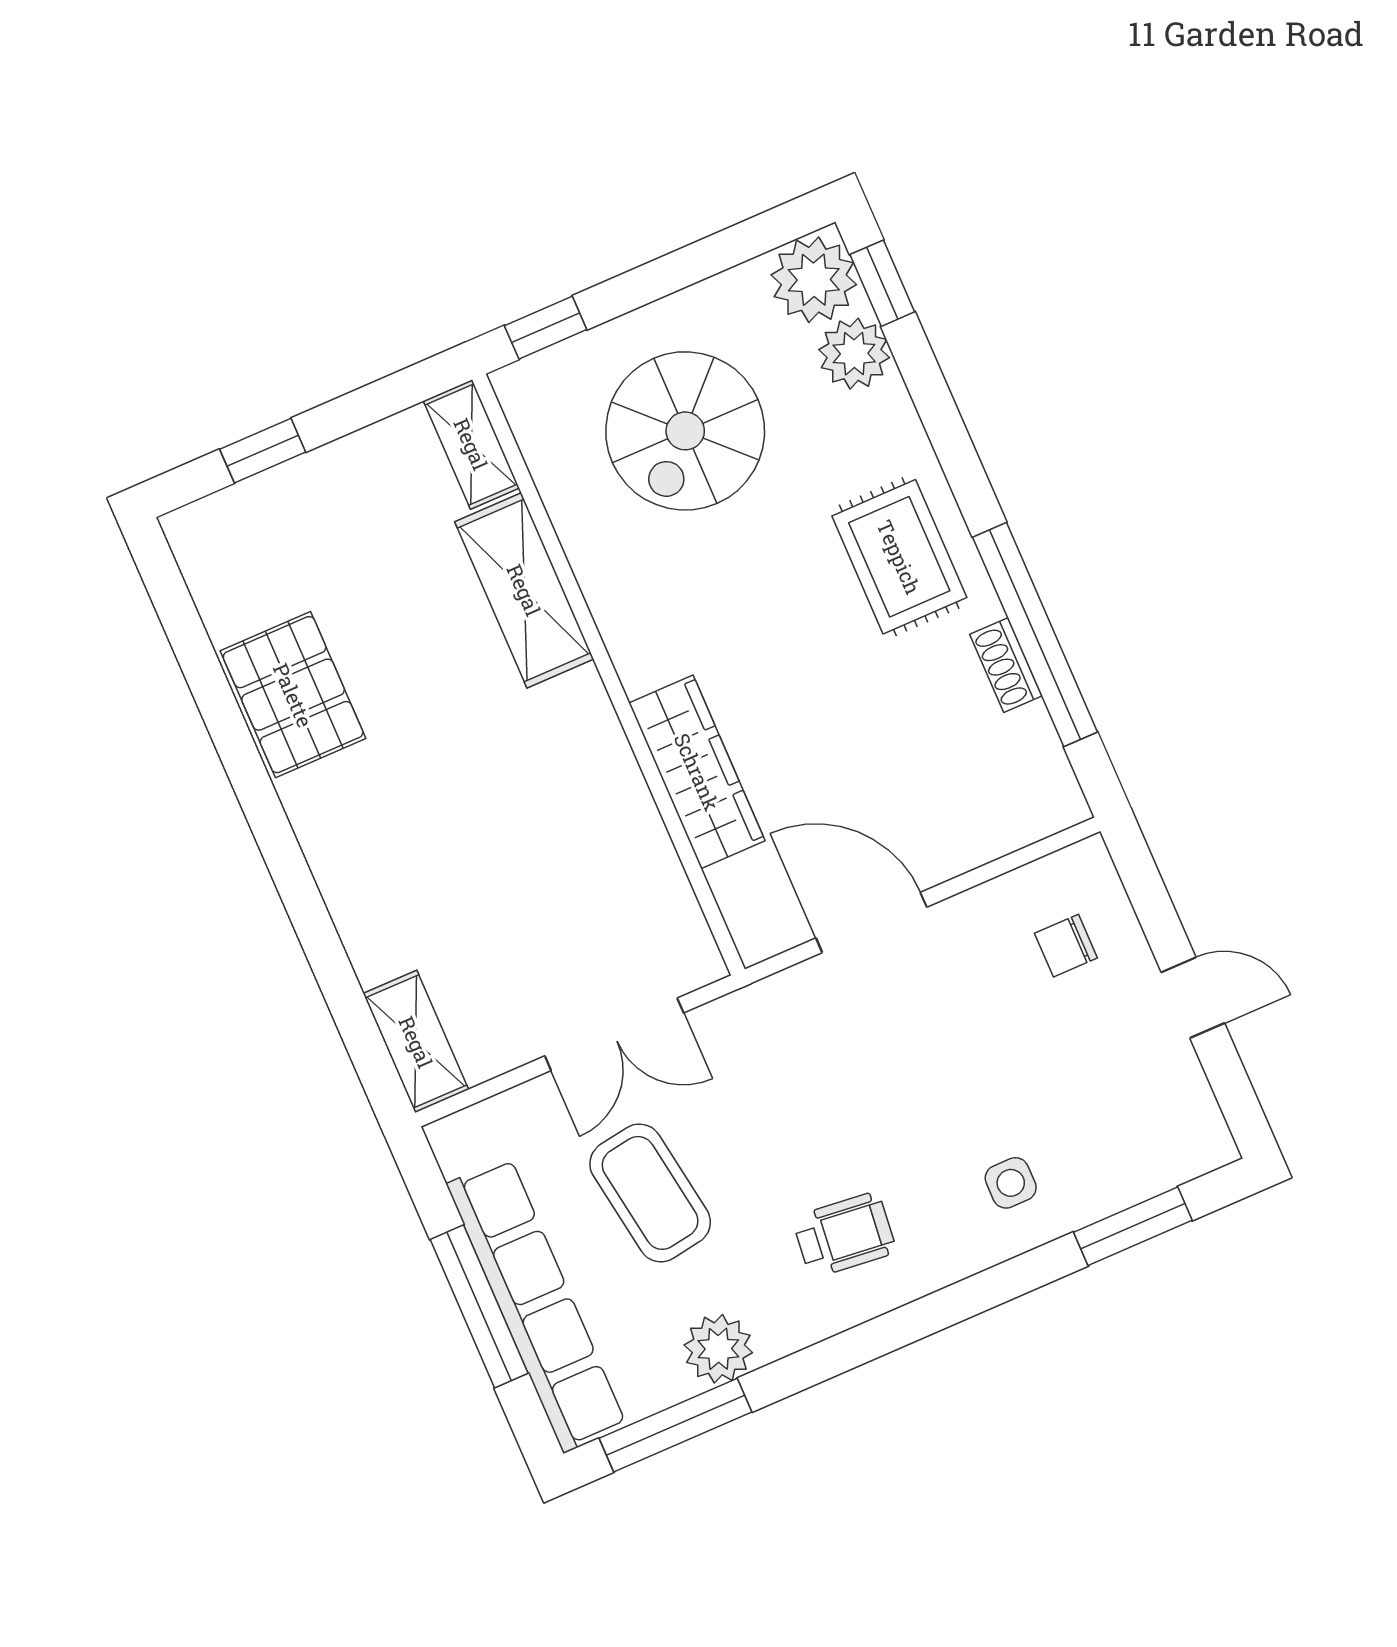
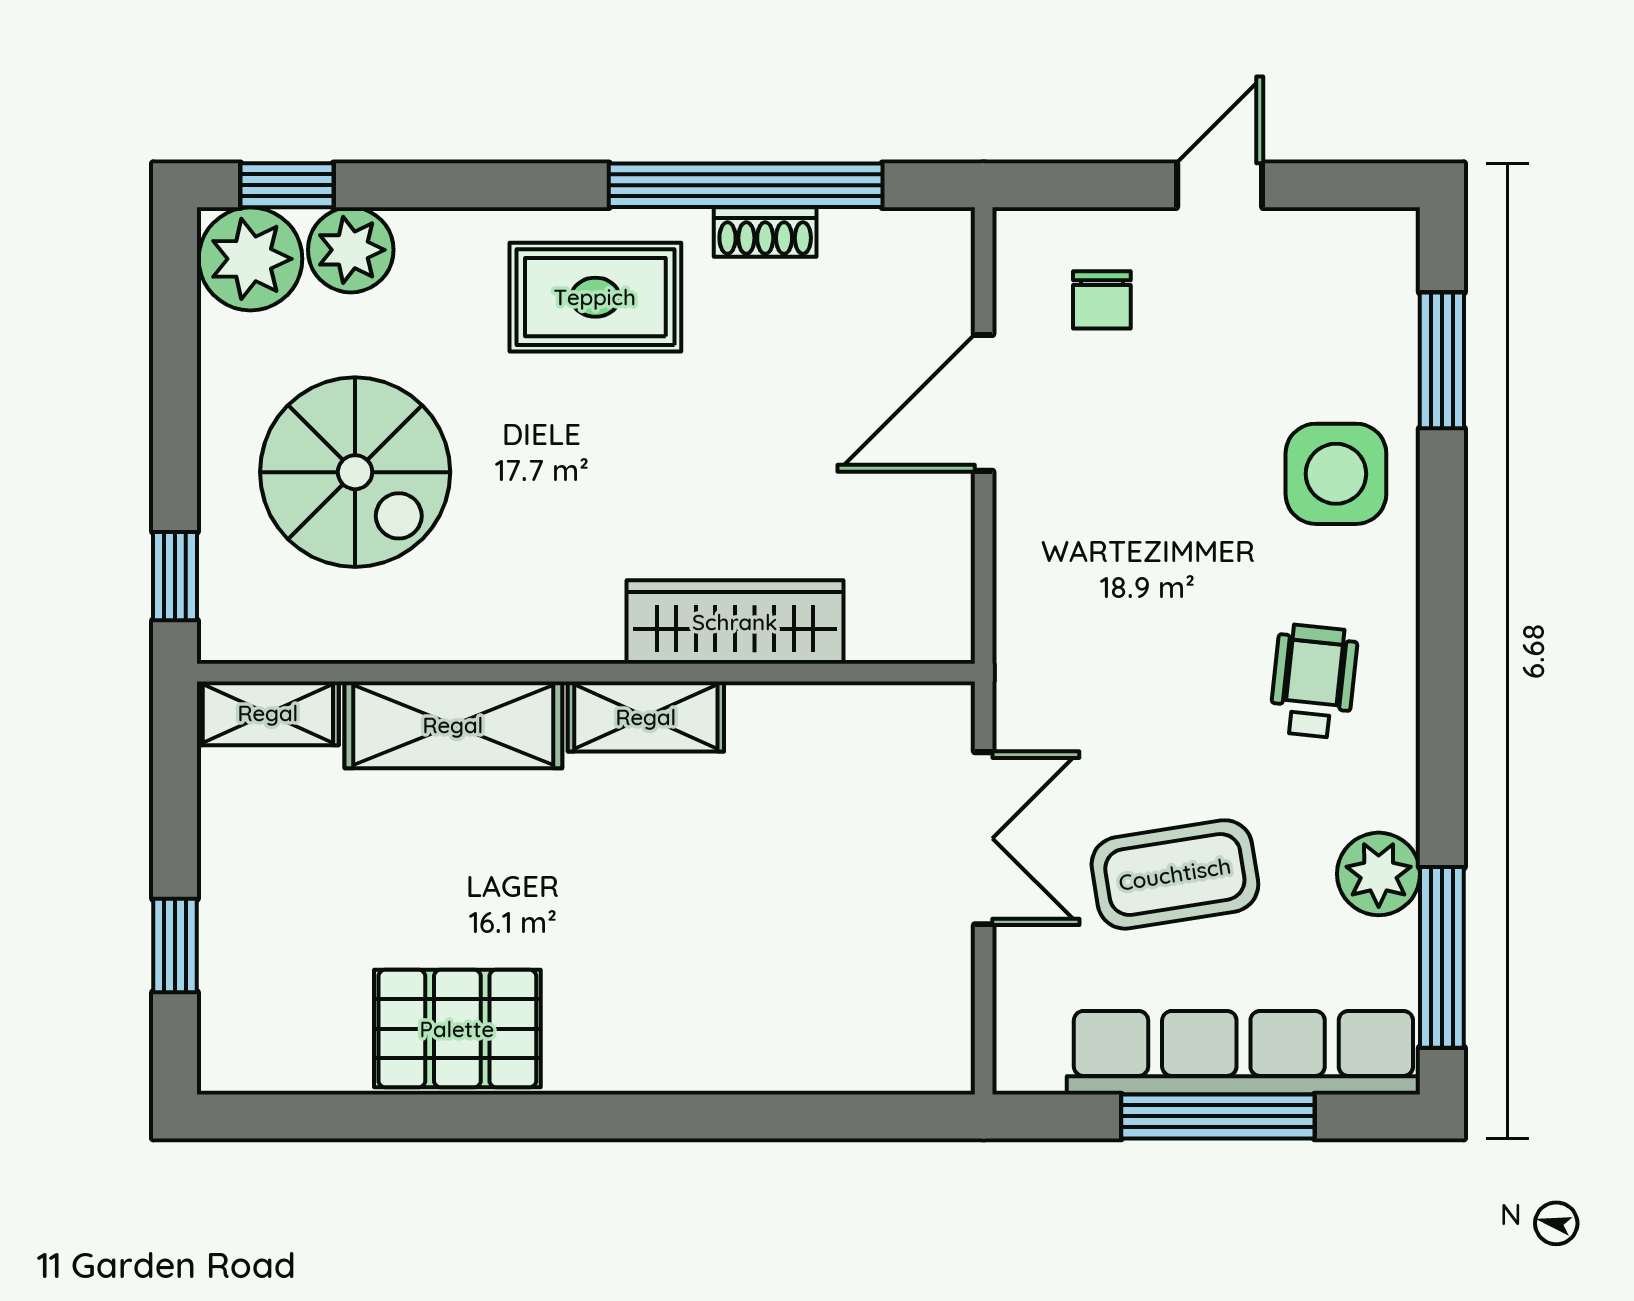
door: (871, 923) -> (984, 403), moved
shelving: (416, 1042) -> (646, 717), moved
side table: (1011, 1183) -> (1336, 474), width x1.87, depth x1.87

